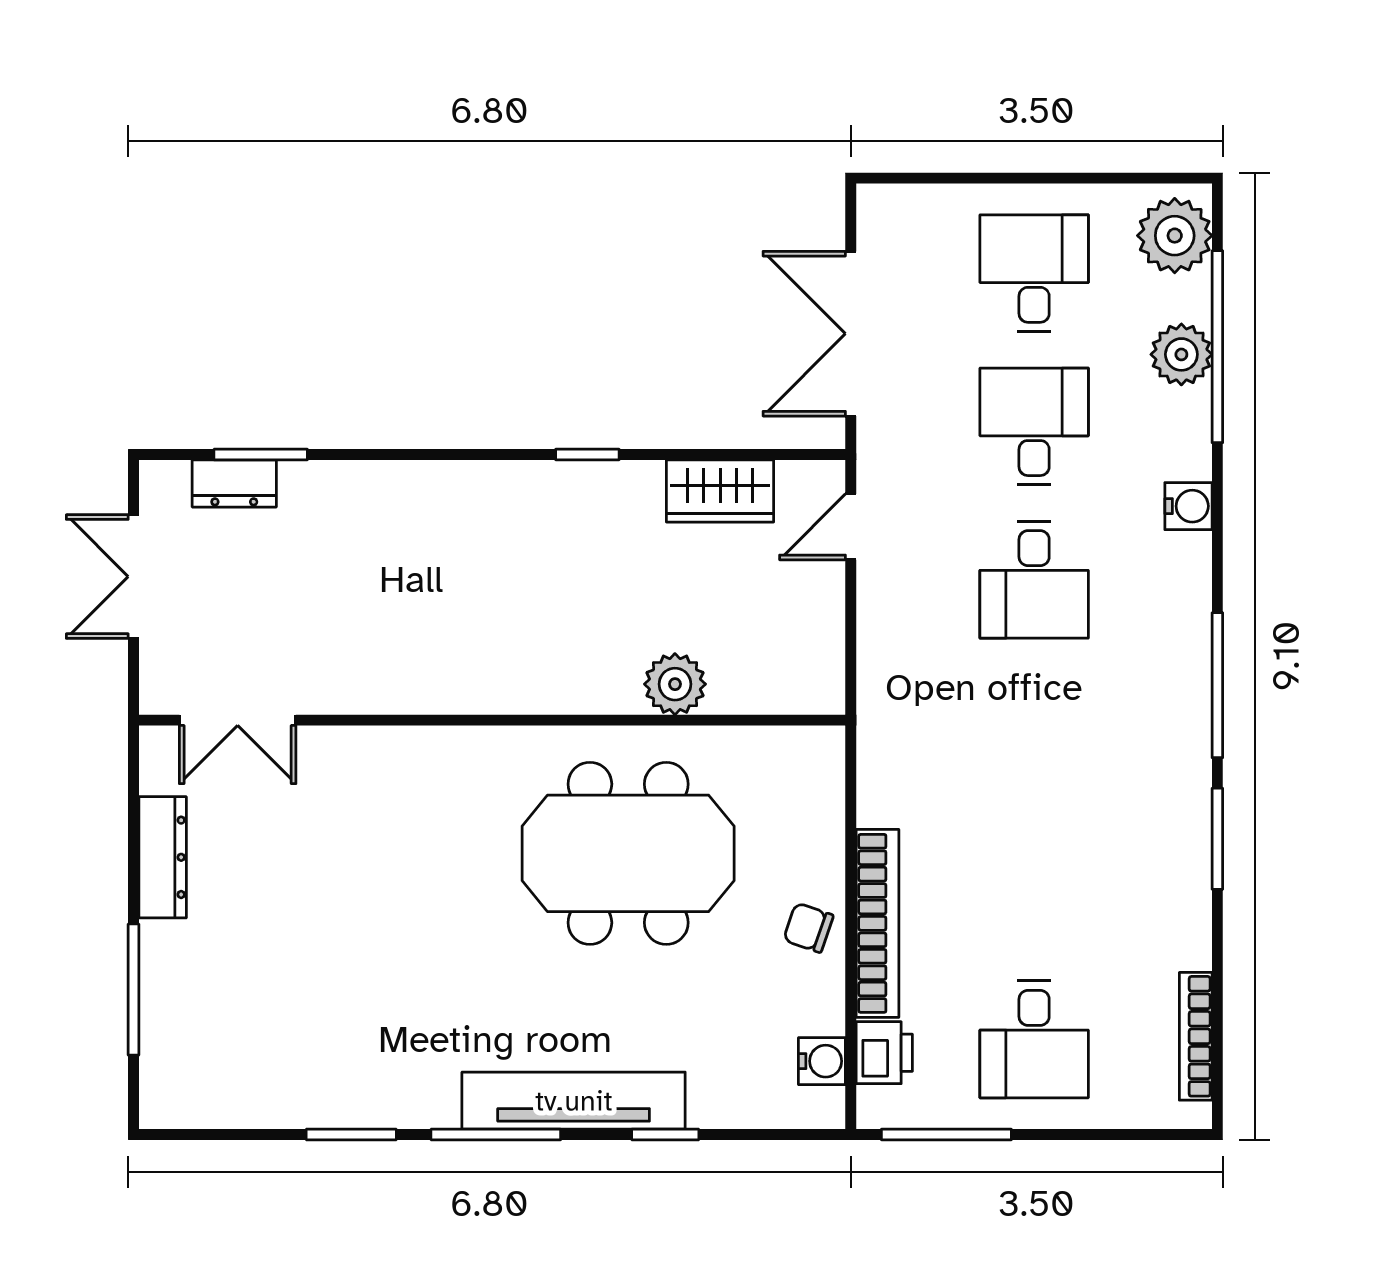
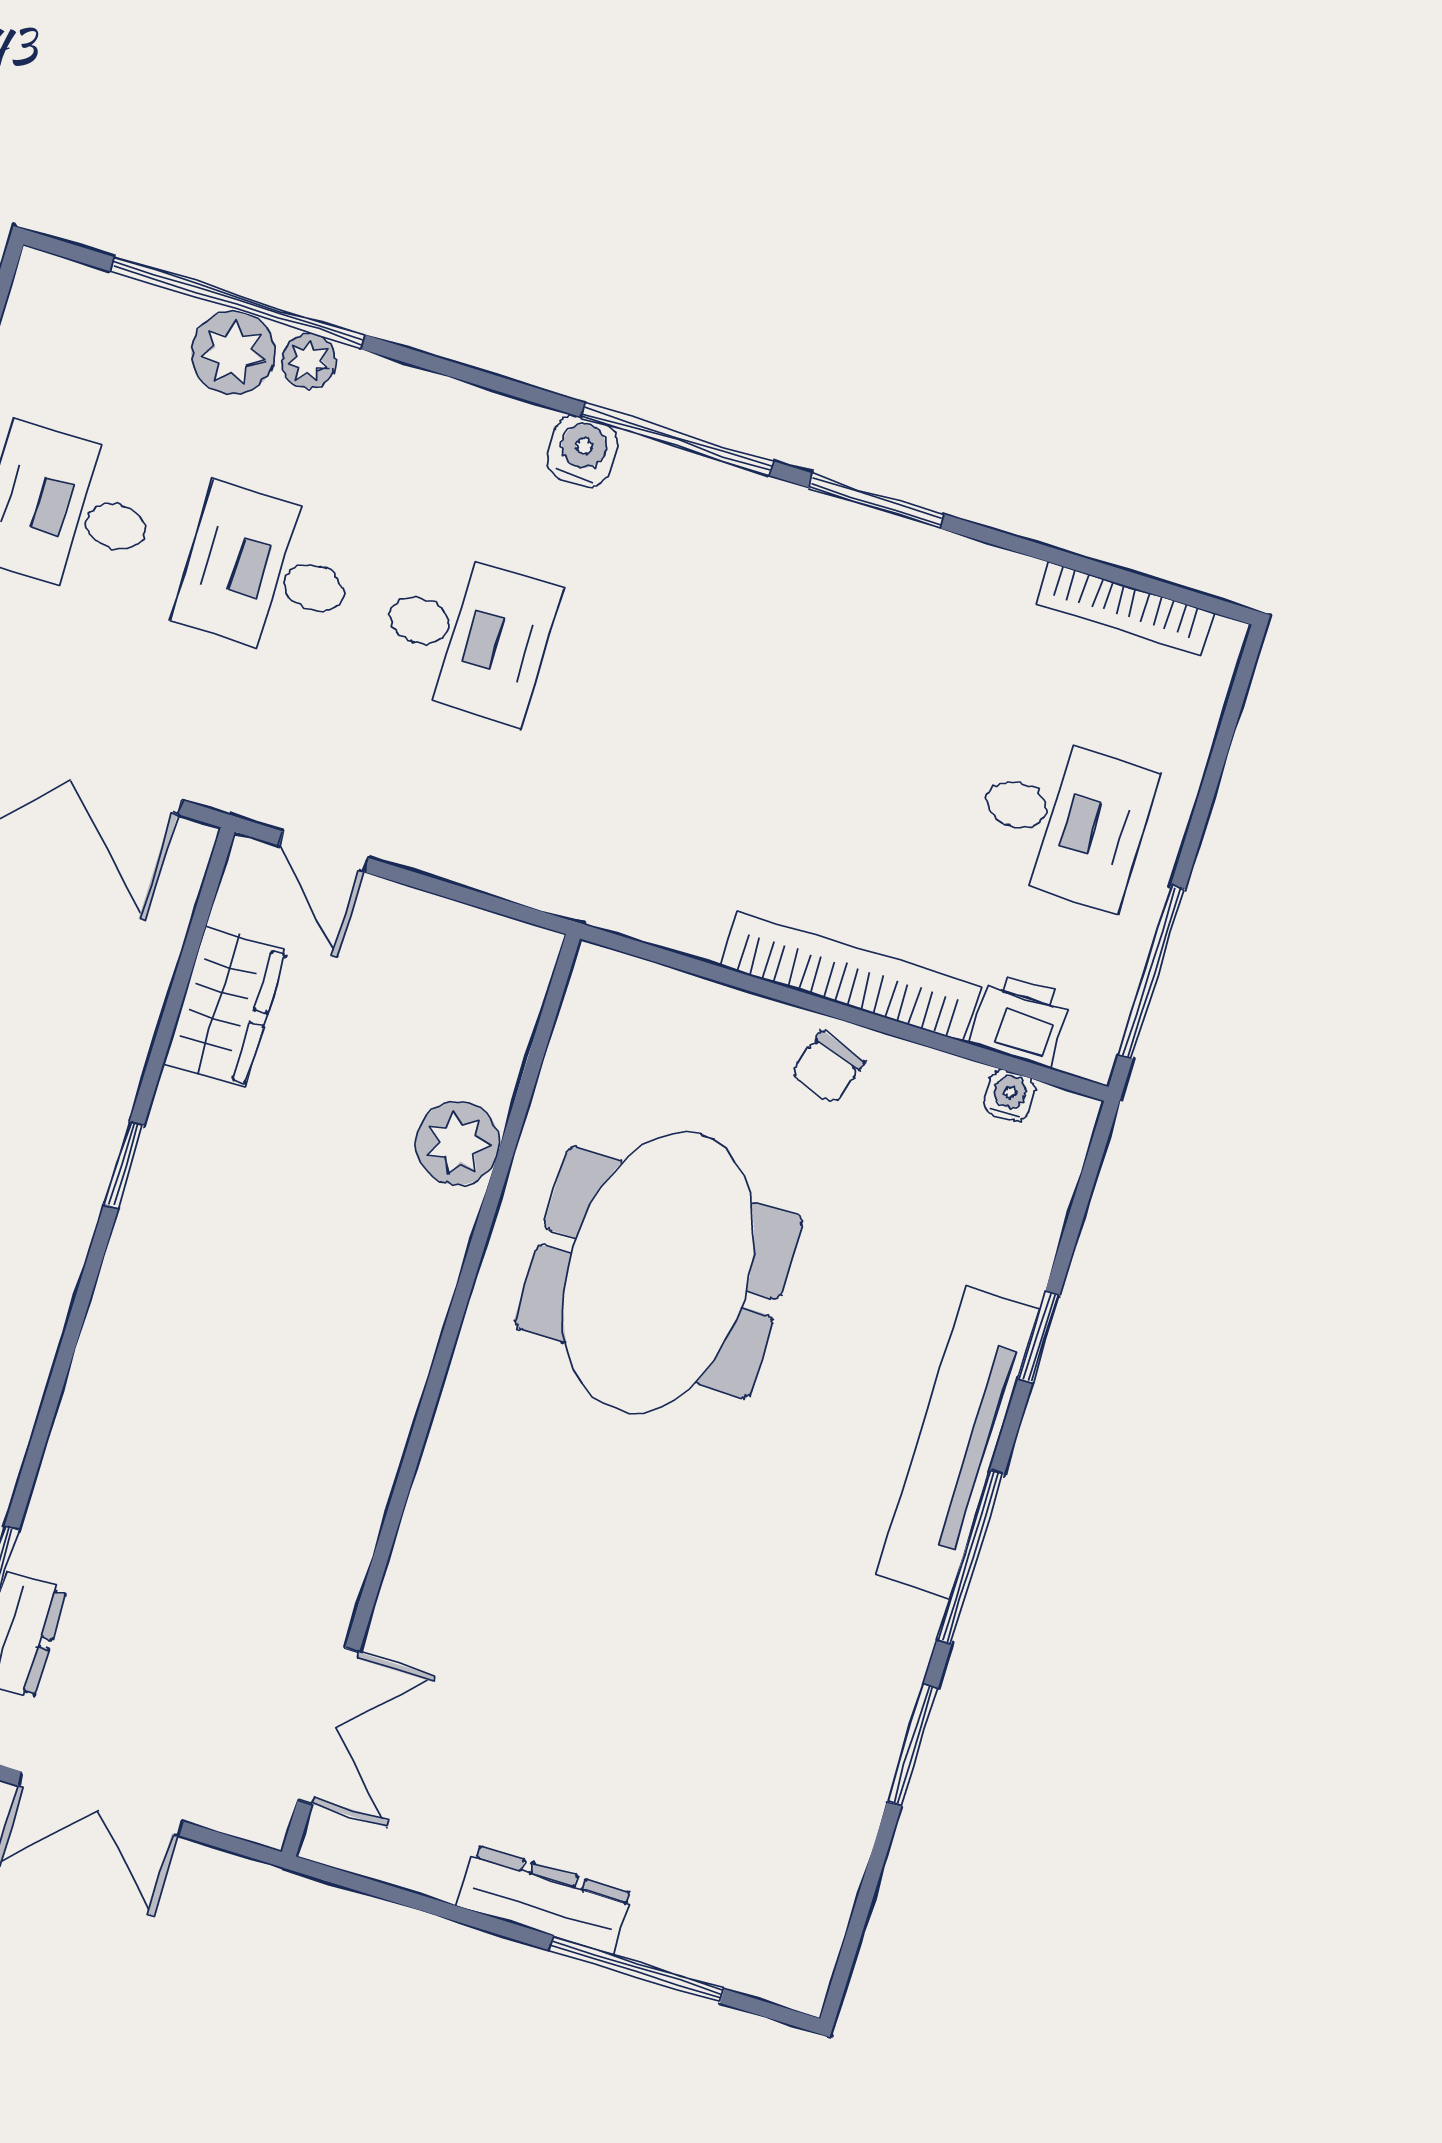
plant: (1175, 236) -> (309, 361), moved, width x0.53, depth x0.53
water cooler: (1188, 506) -> (582, 451), moved
dresser: (163, 857) -> (546, 1900), moved
water cooler: (822, 1061) -> (1009, 1096), width x0.72, depth x0.72

